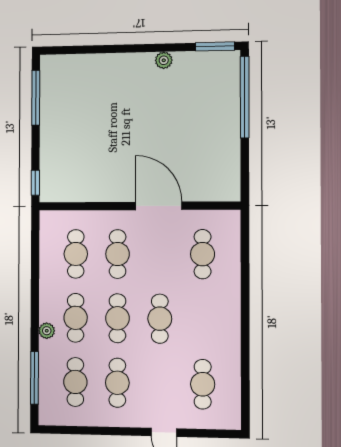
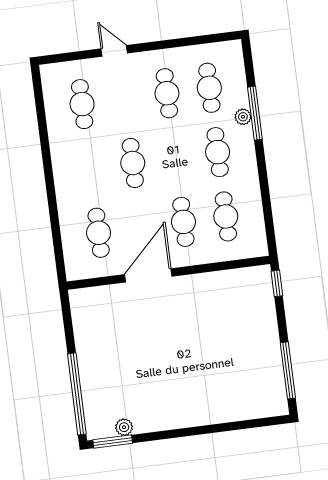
plant: (164, 60) -> (124, 427), moved
door: (159, 206) -> (148, 275), swing flipped
cafe table: (117, 318) -> (175, 158), removed
plant: (47, 331) -> (243, 117), moved
window: (35, 378) -> (255, 113), moved

